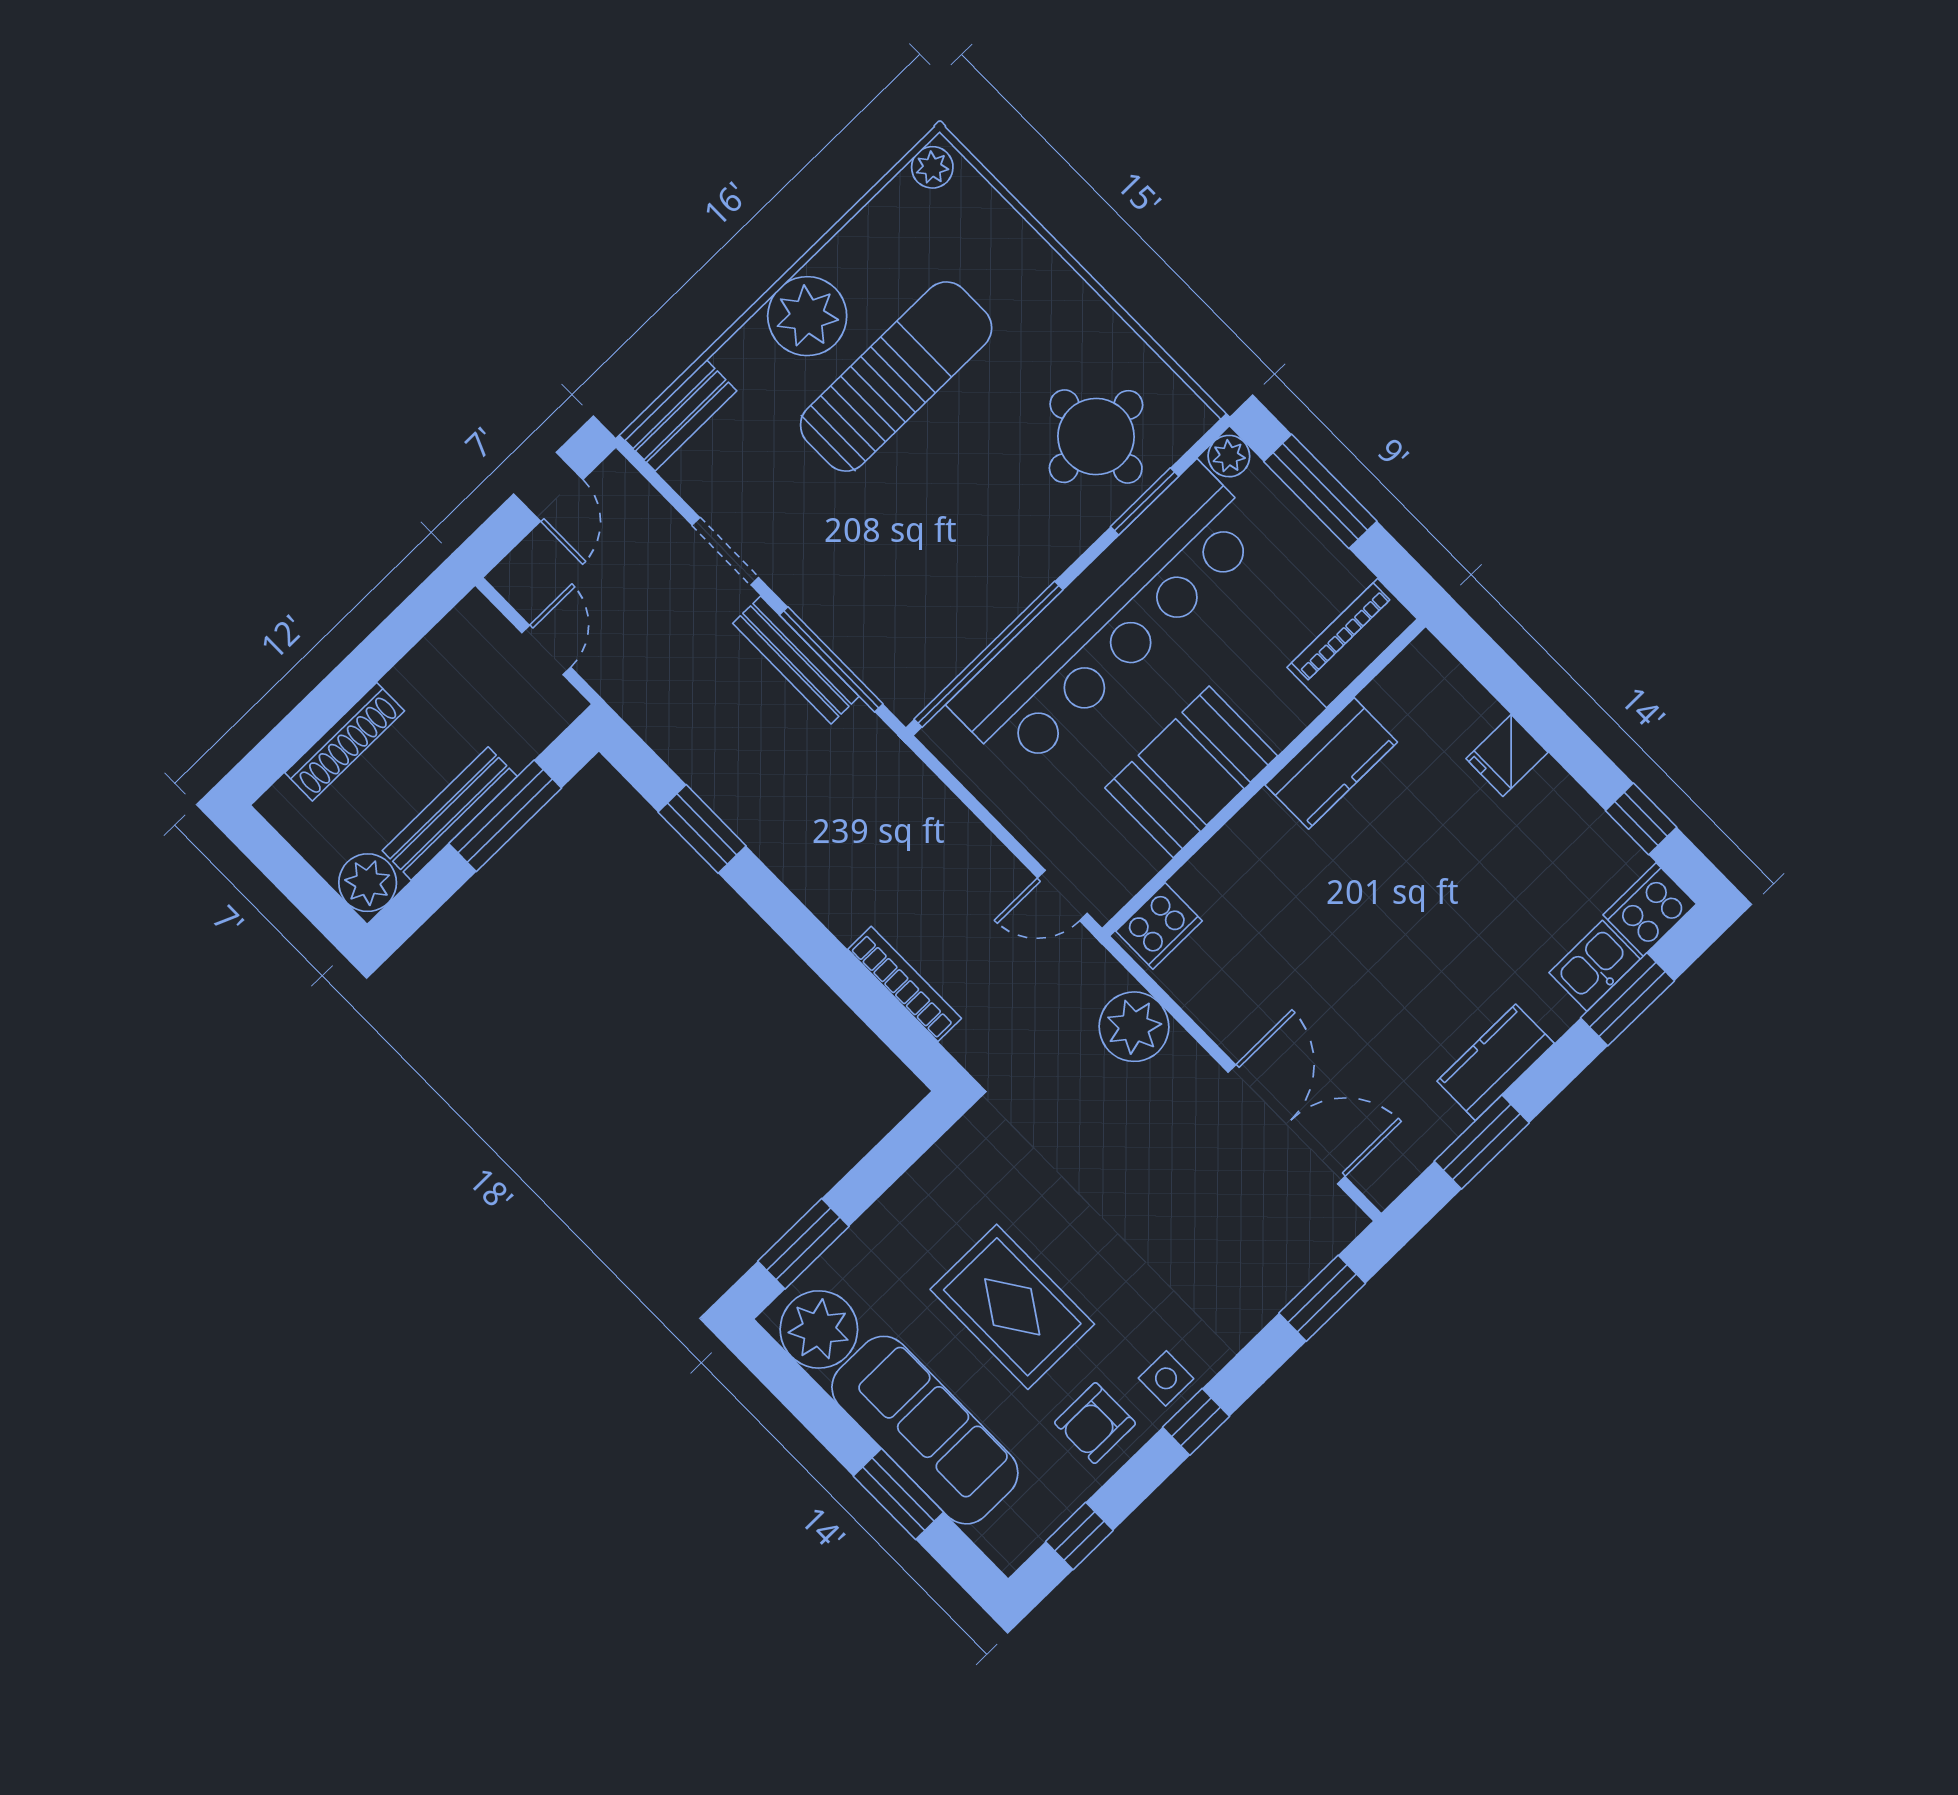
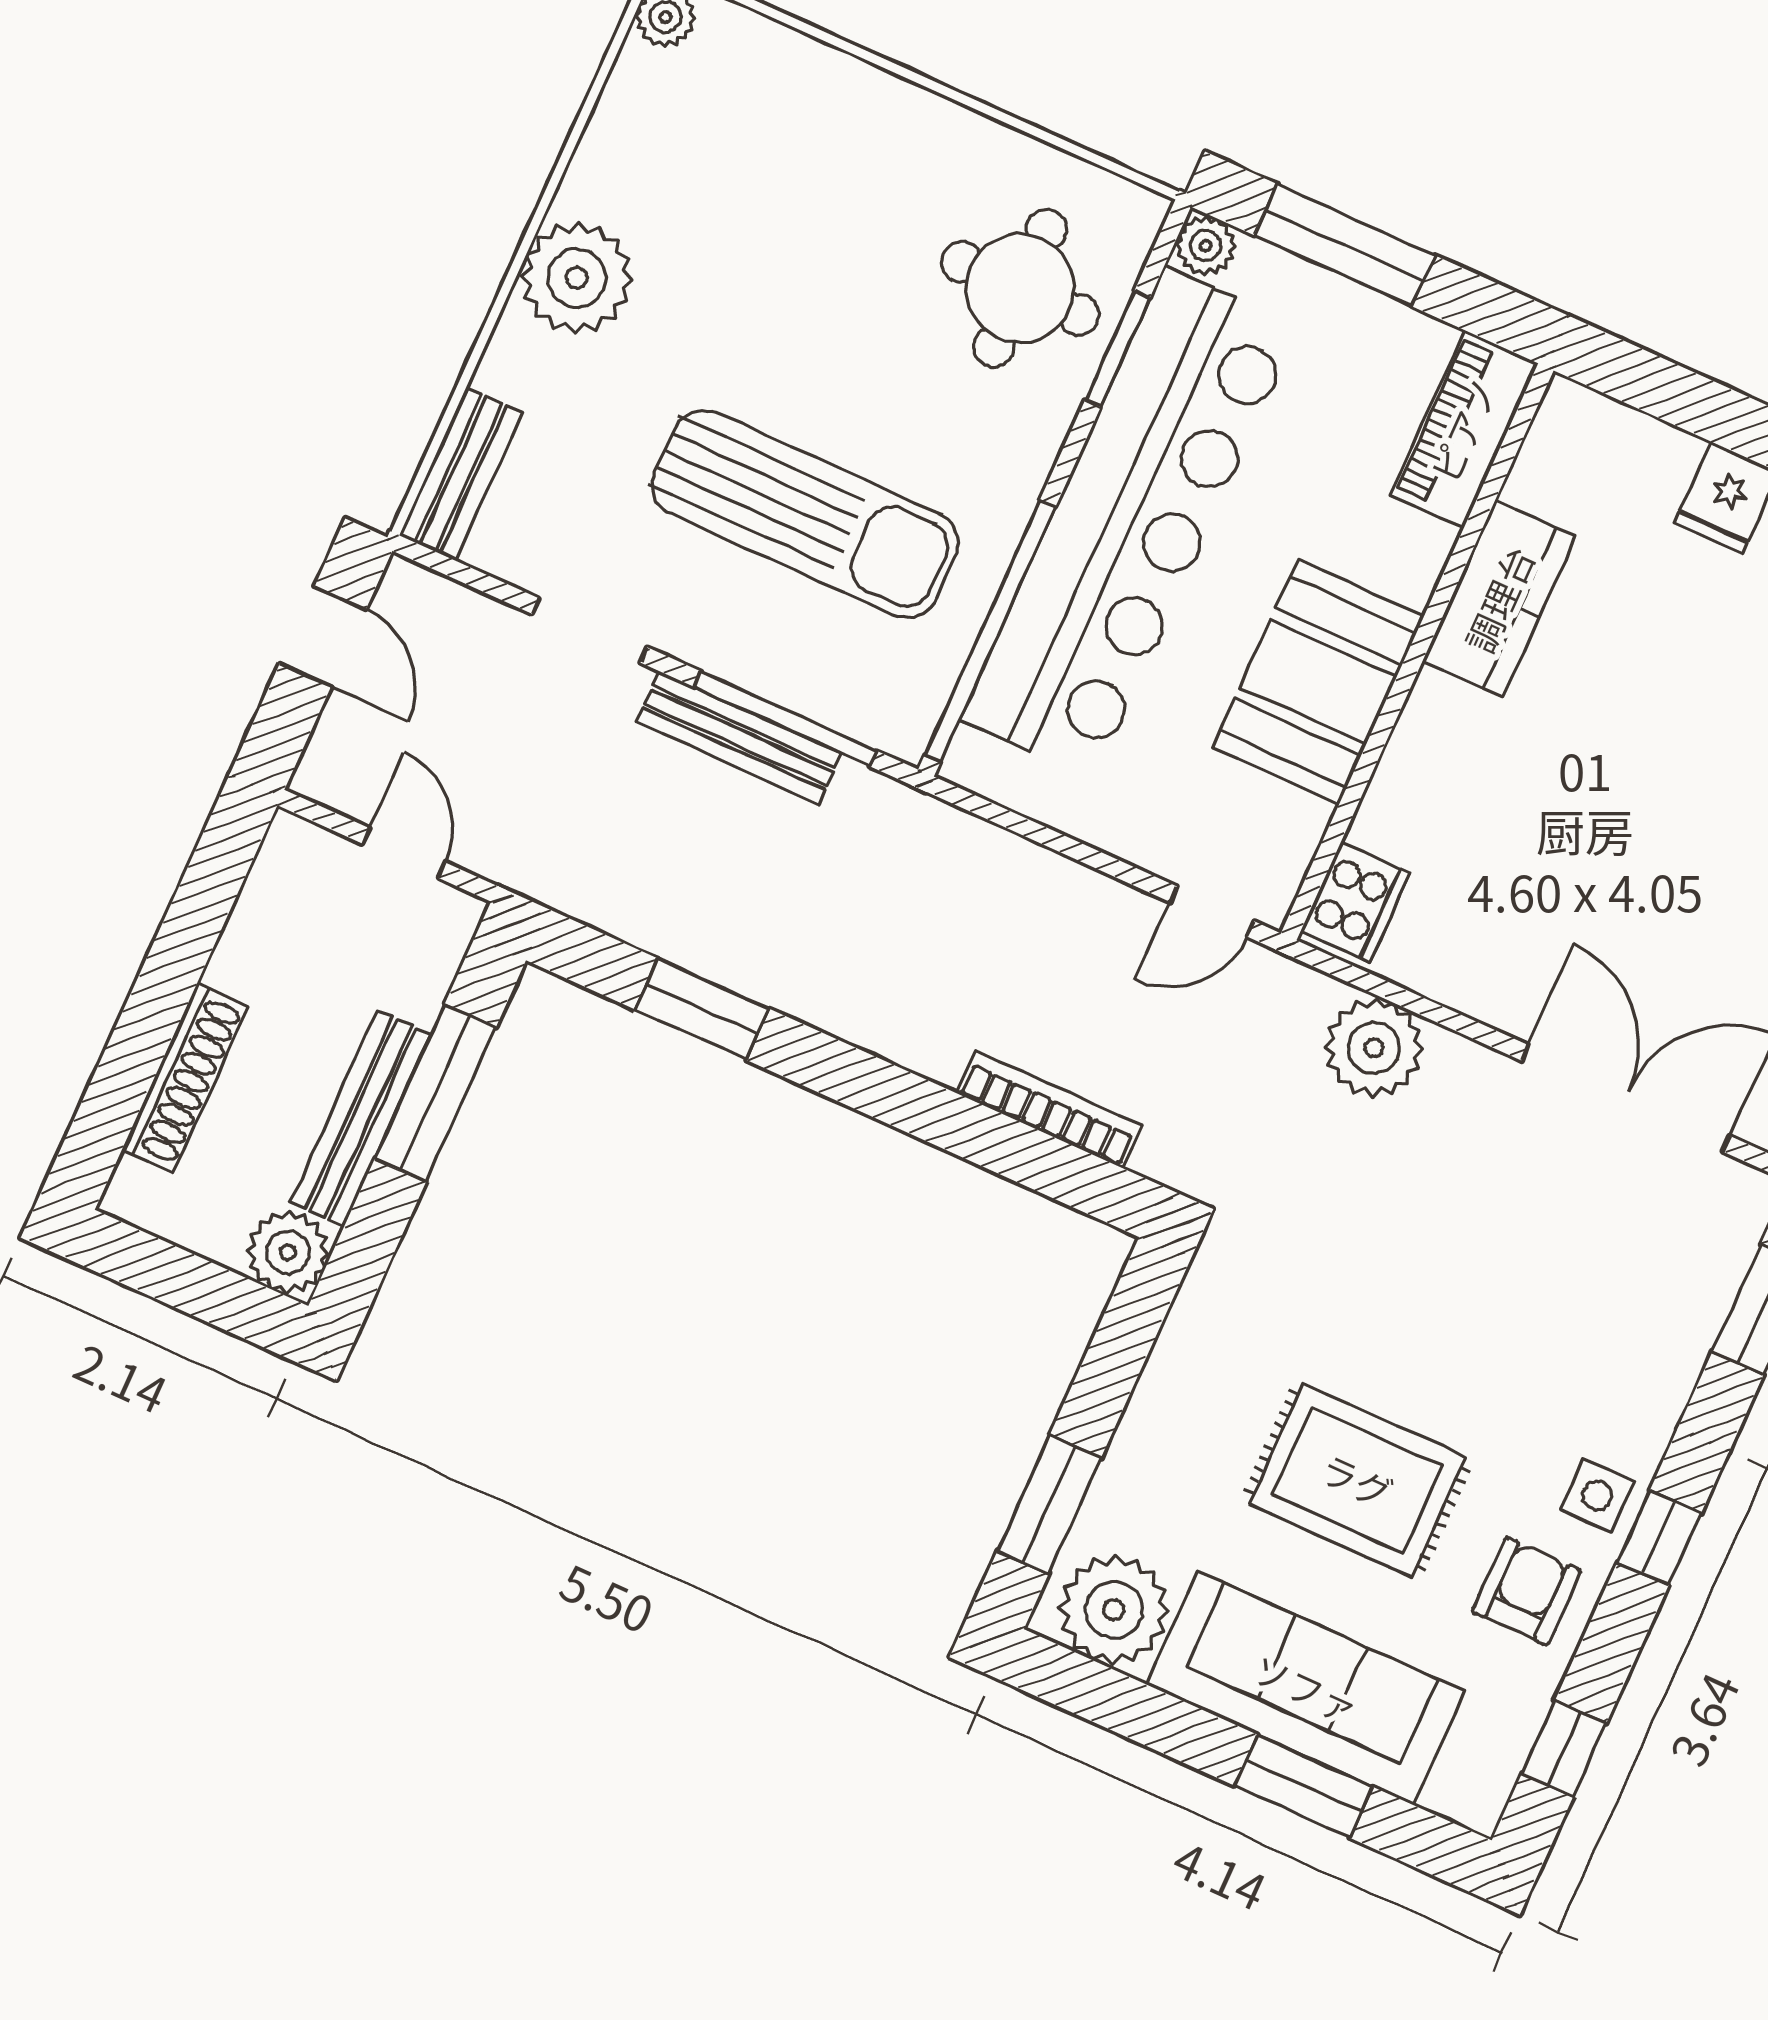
sun lounger: (896, 377) -> (805, 514), moved, turned 90
armchair: (1095, 1423) -> (1527, 1591), turned 180

